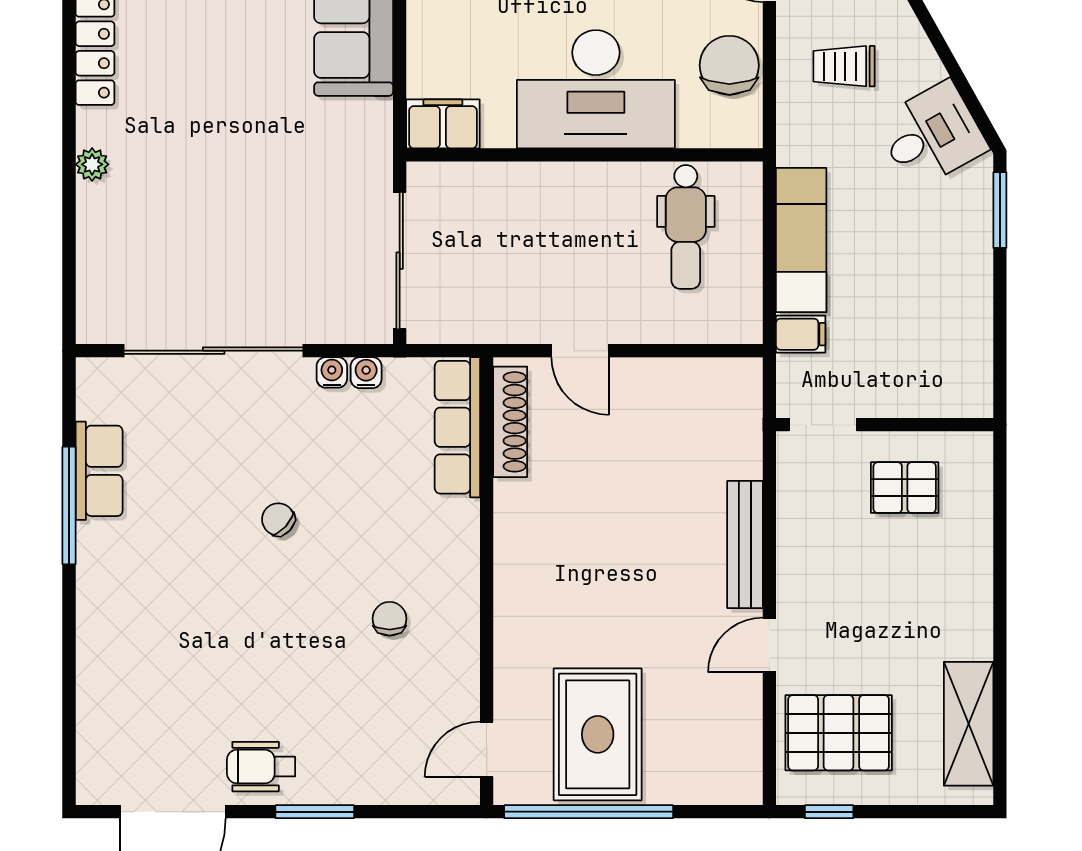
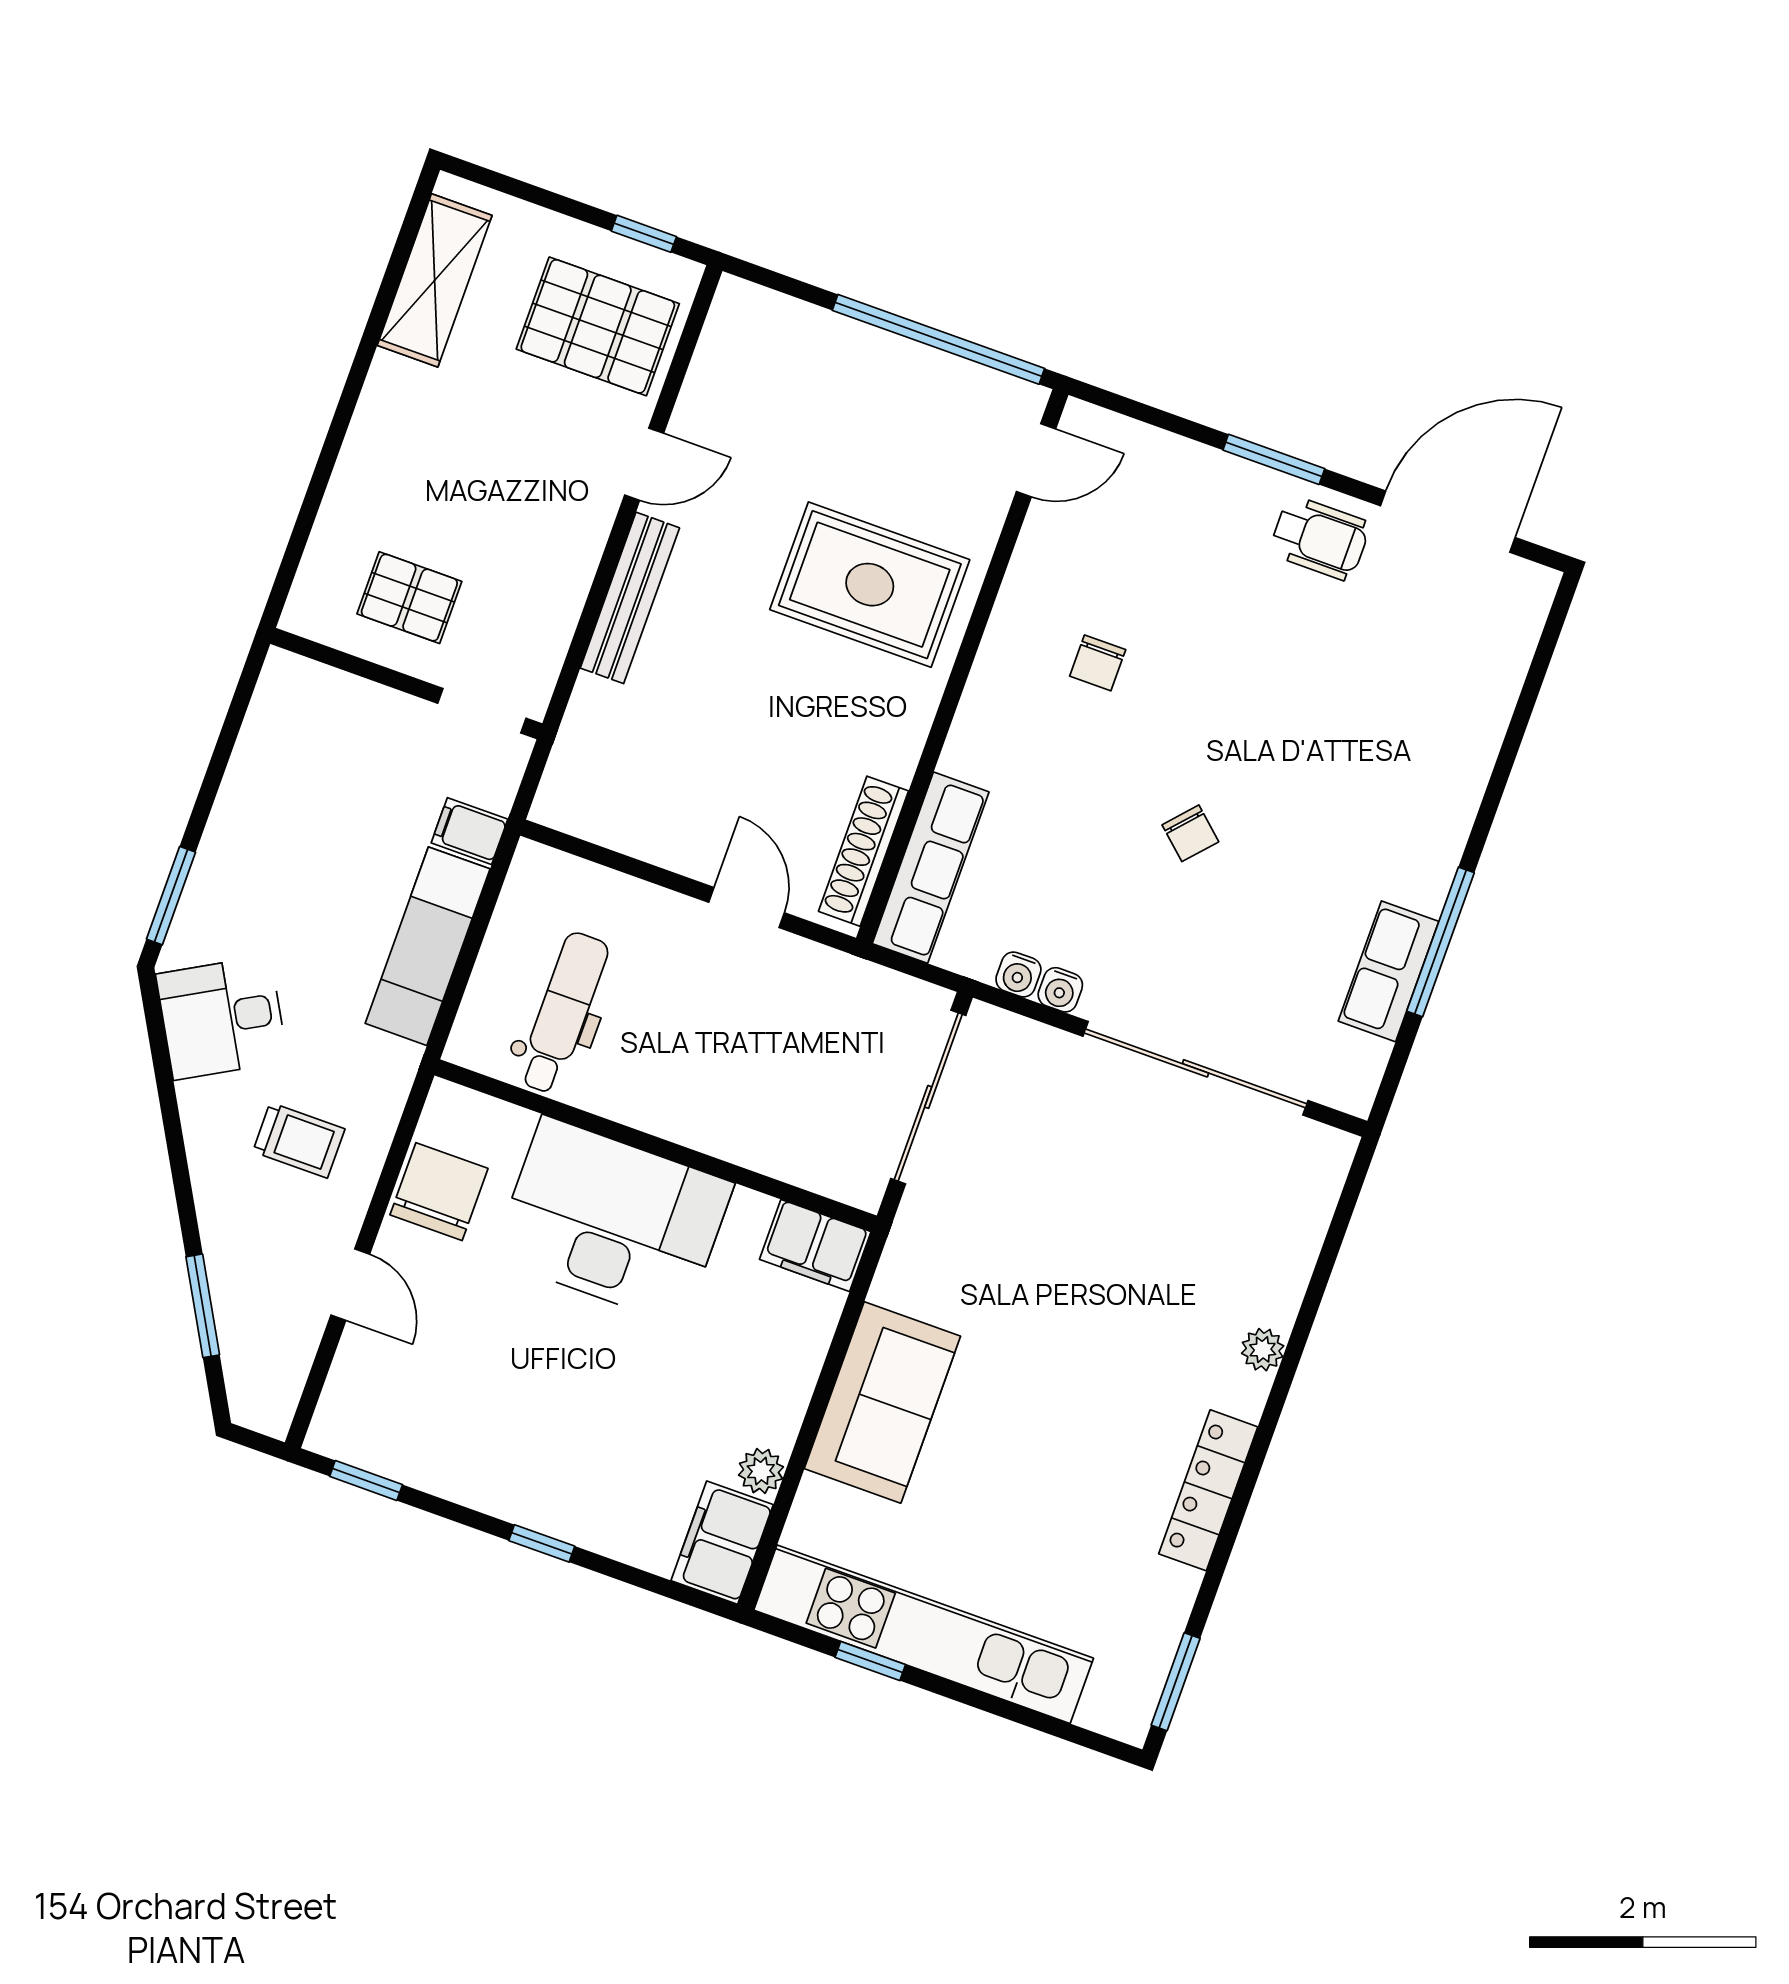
chair: (729, 65) -> (439, 1192), turned 180
rug: (598, 734) -> (870, 585), moved, turned 90

